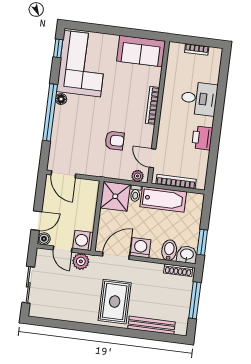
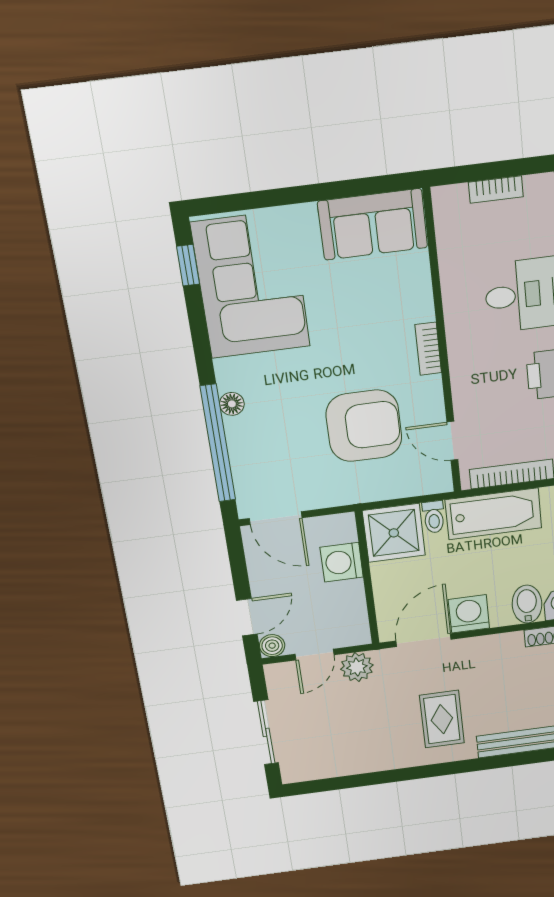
floor lamp: (61, 99) -> (232, 404), moved
bookcase: (153, 105) -> (428, 349), width x0.64
window: (50, 112) -> (218, 443), moved
armchair: (115, 140) -> (364, 426), width x1.88, depth x1.88
plant: (138, 176) -> (430, 483), removed
washing machine: (83, 241) -> (342, 562), moved
door: (63, 249) -> (314, 655), hinge flipped
rug: (115, 302) -> (442, 719), width x0.73, depth x0.70

